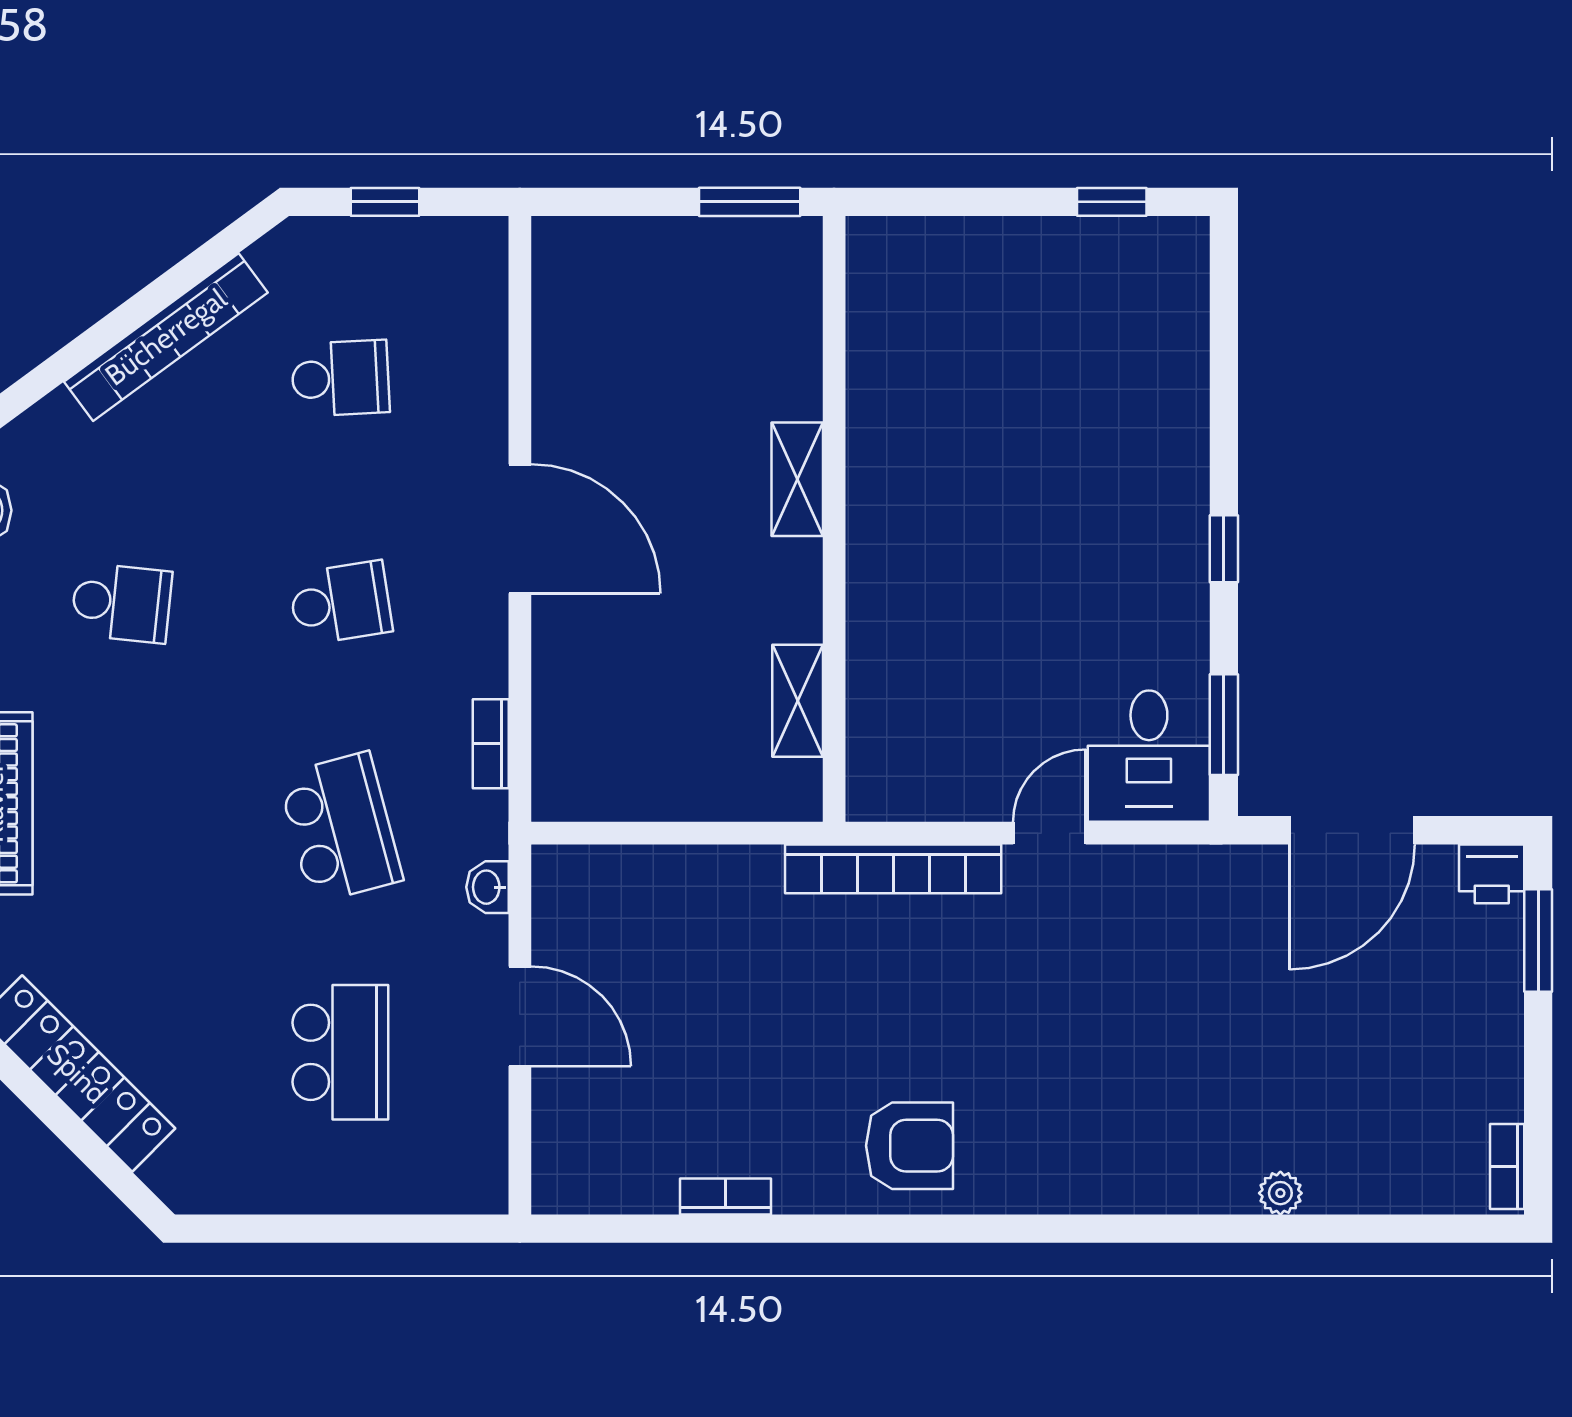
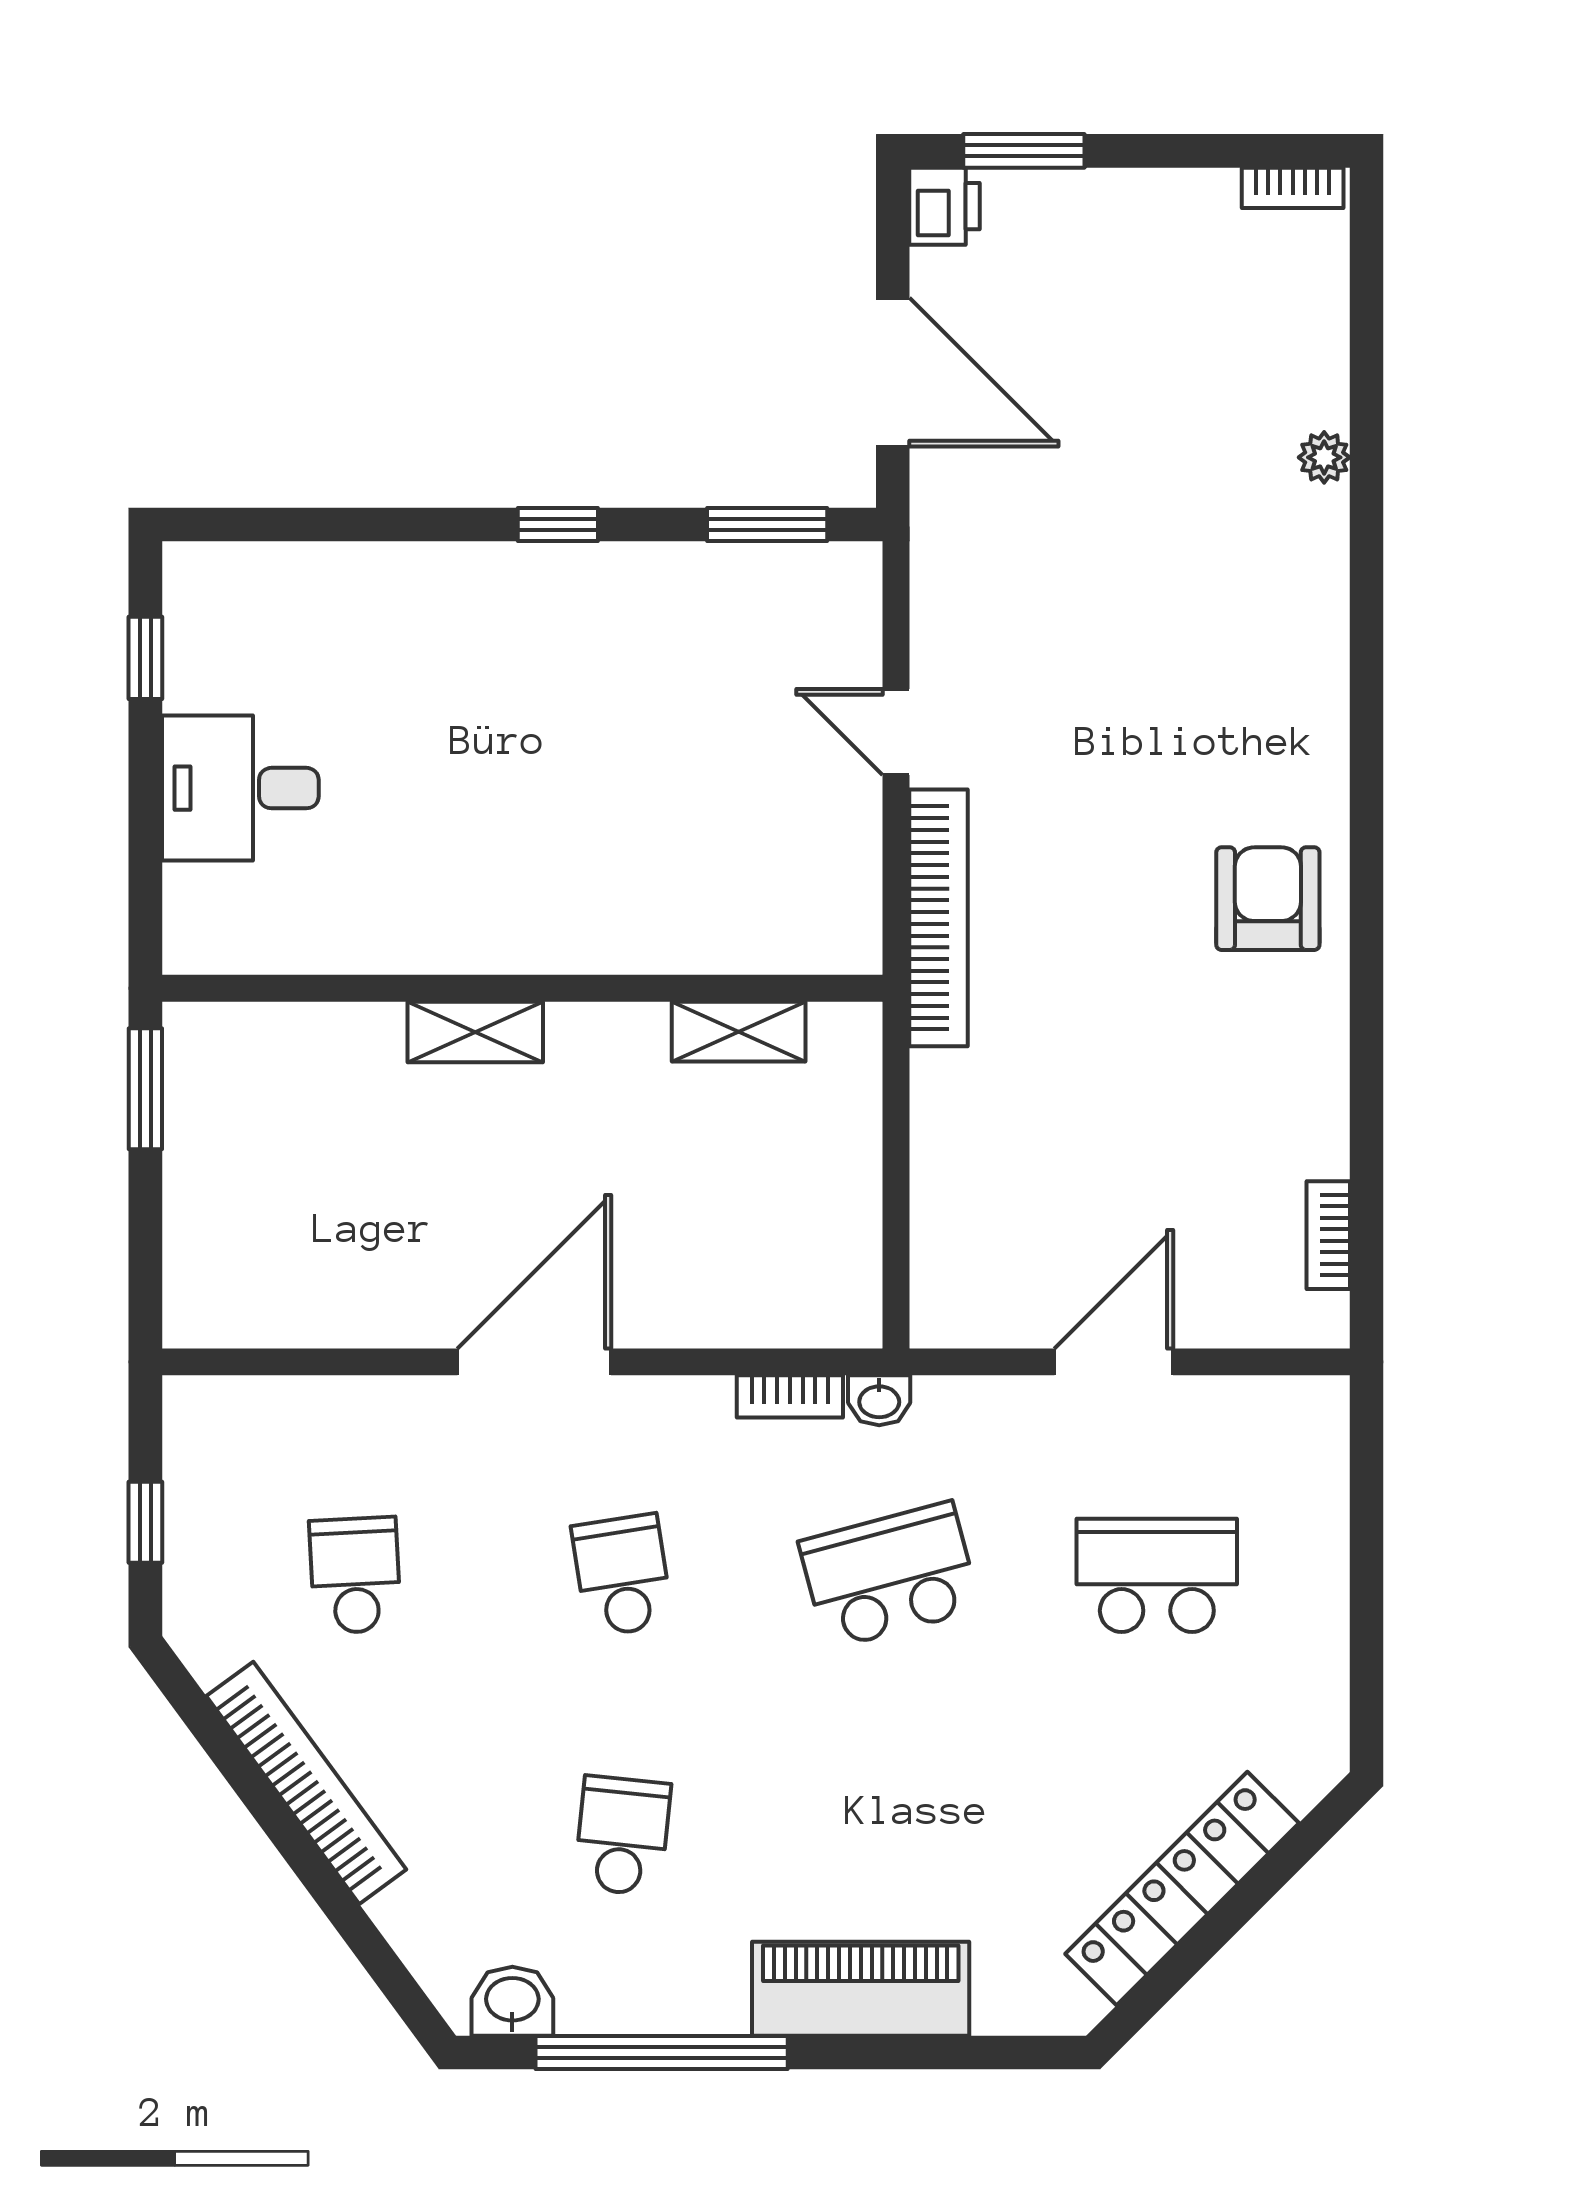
desk: (1149, 756) -> (240, 788), moved, turned 180
washbasin: (488, 887) -> (879, 1400), moved
bookcase: (726, 1196) -> (1328, 1235), moved

